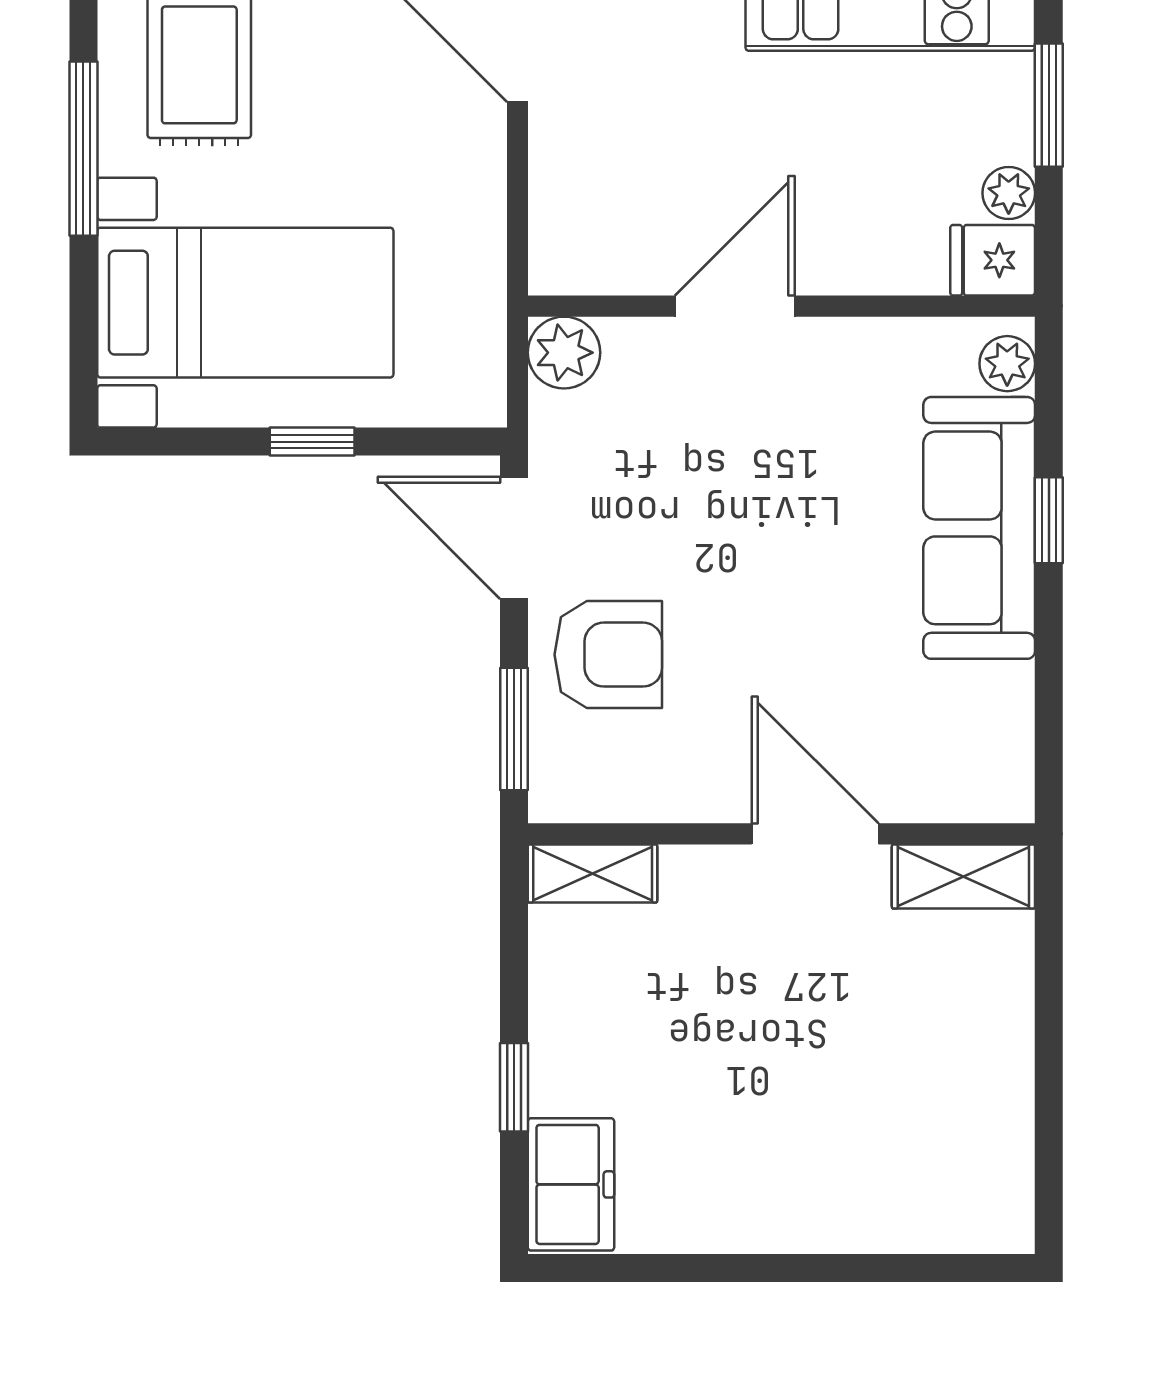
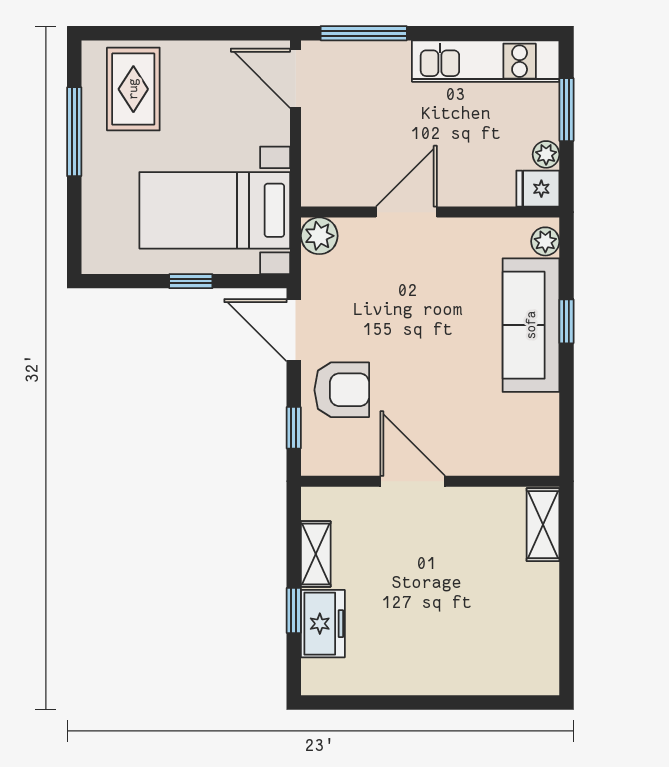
bed with nightstands: (245, 303) -> (215, 210), moved, turned 180
window: (514, 729) -> (294, 428), width x0.67
door: (815, 834) -> (413, 481), moved
shelving: (593, 873) -> (316, 554), moved, turned 90
shelving: (963, 876) -> (543, 525), moved, turned 90
freezer: (571, 1184) -> (323, 624), moved

